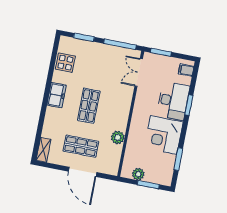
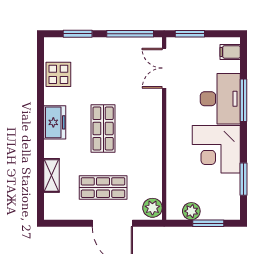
window: (189, 105) -> (244, 100), width x1.44
plant: (118, 137) -> (152, 208), moved
shelving: (44, 150) -> (52, 175), moved

